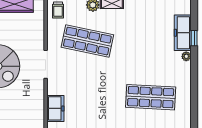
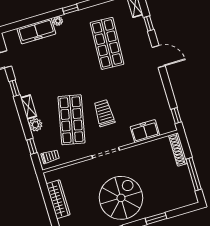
window: (194, 38) -> (70, 9), moved
trolley: (84, 74) -> (104, 113), added

